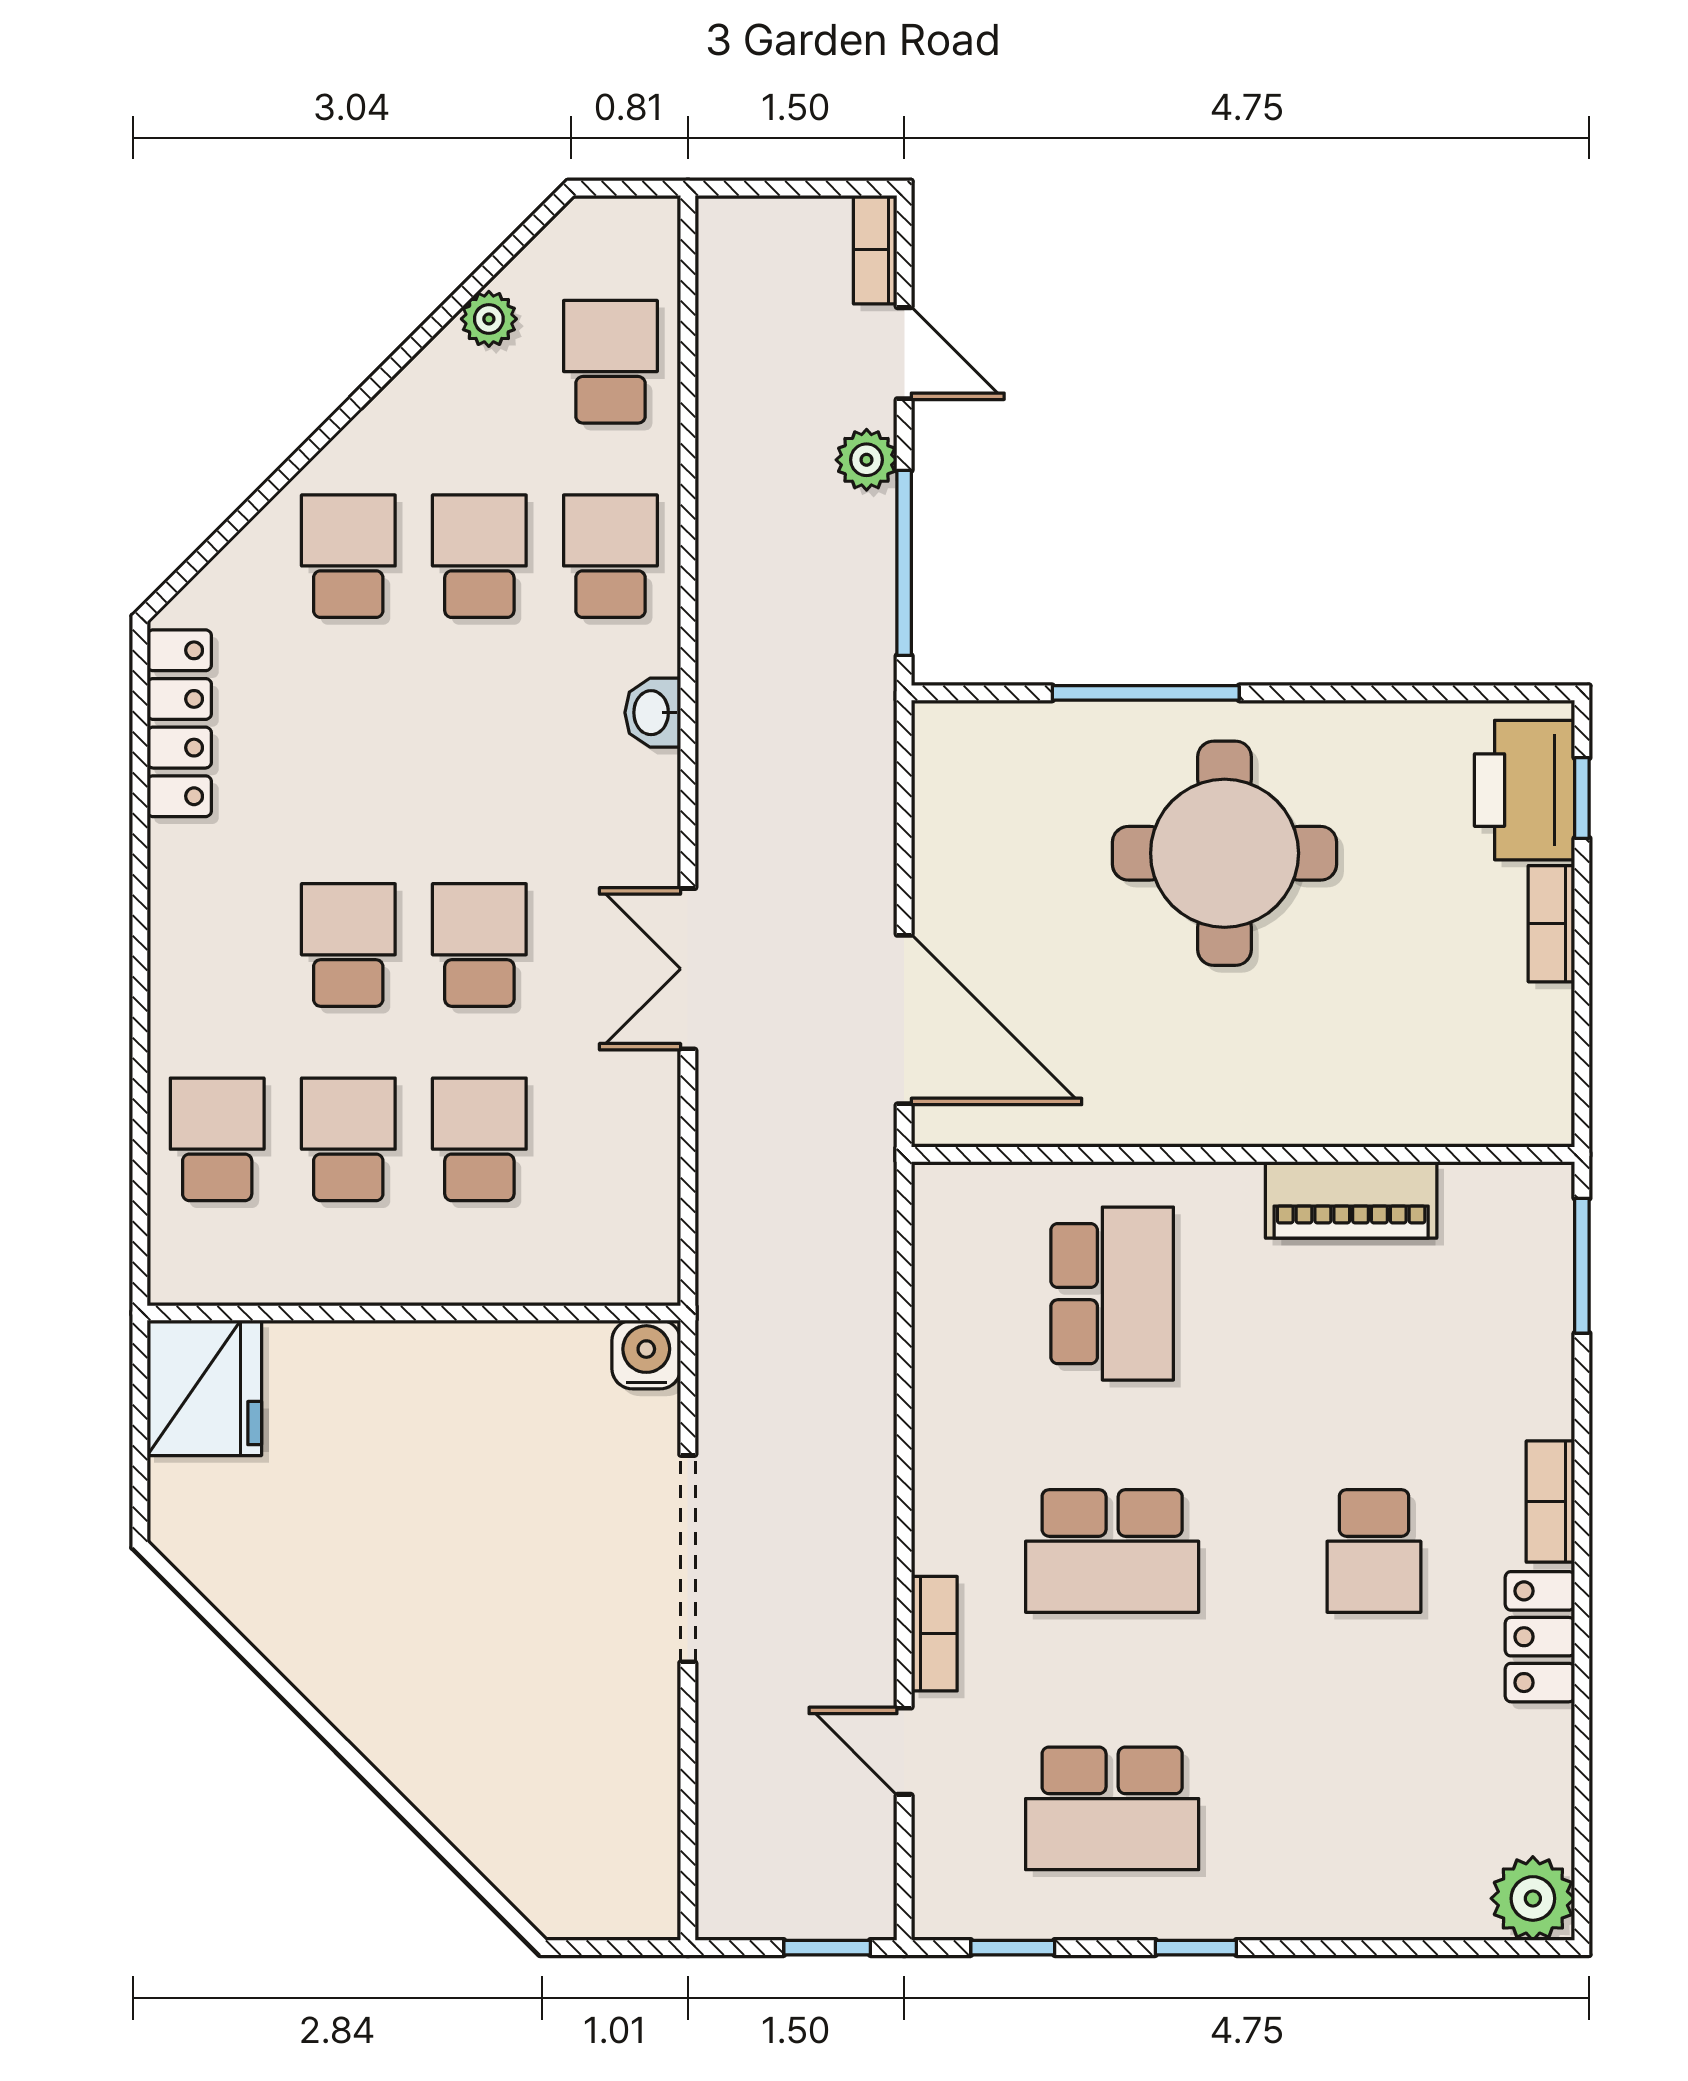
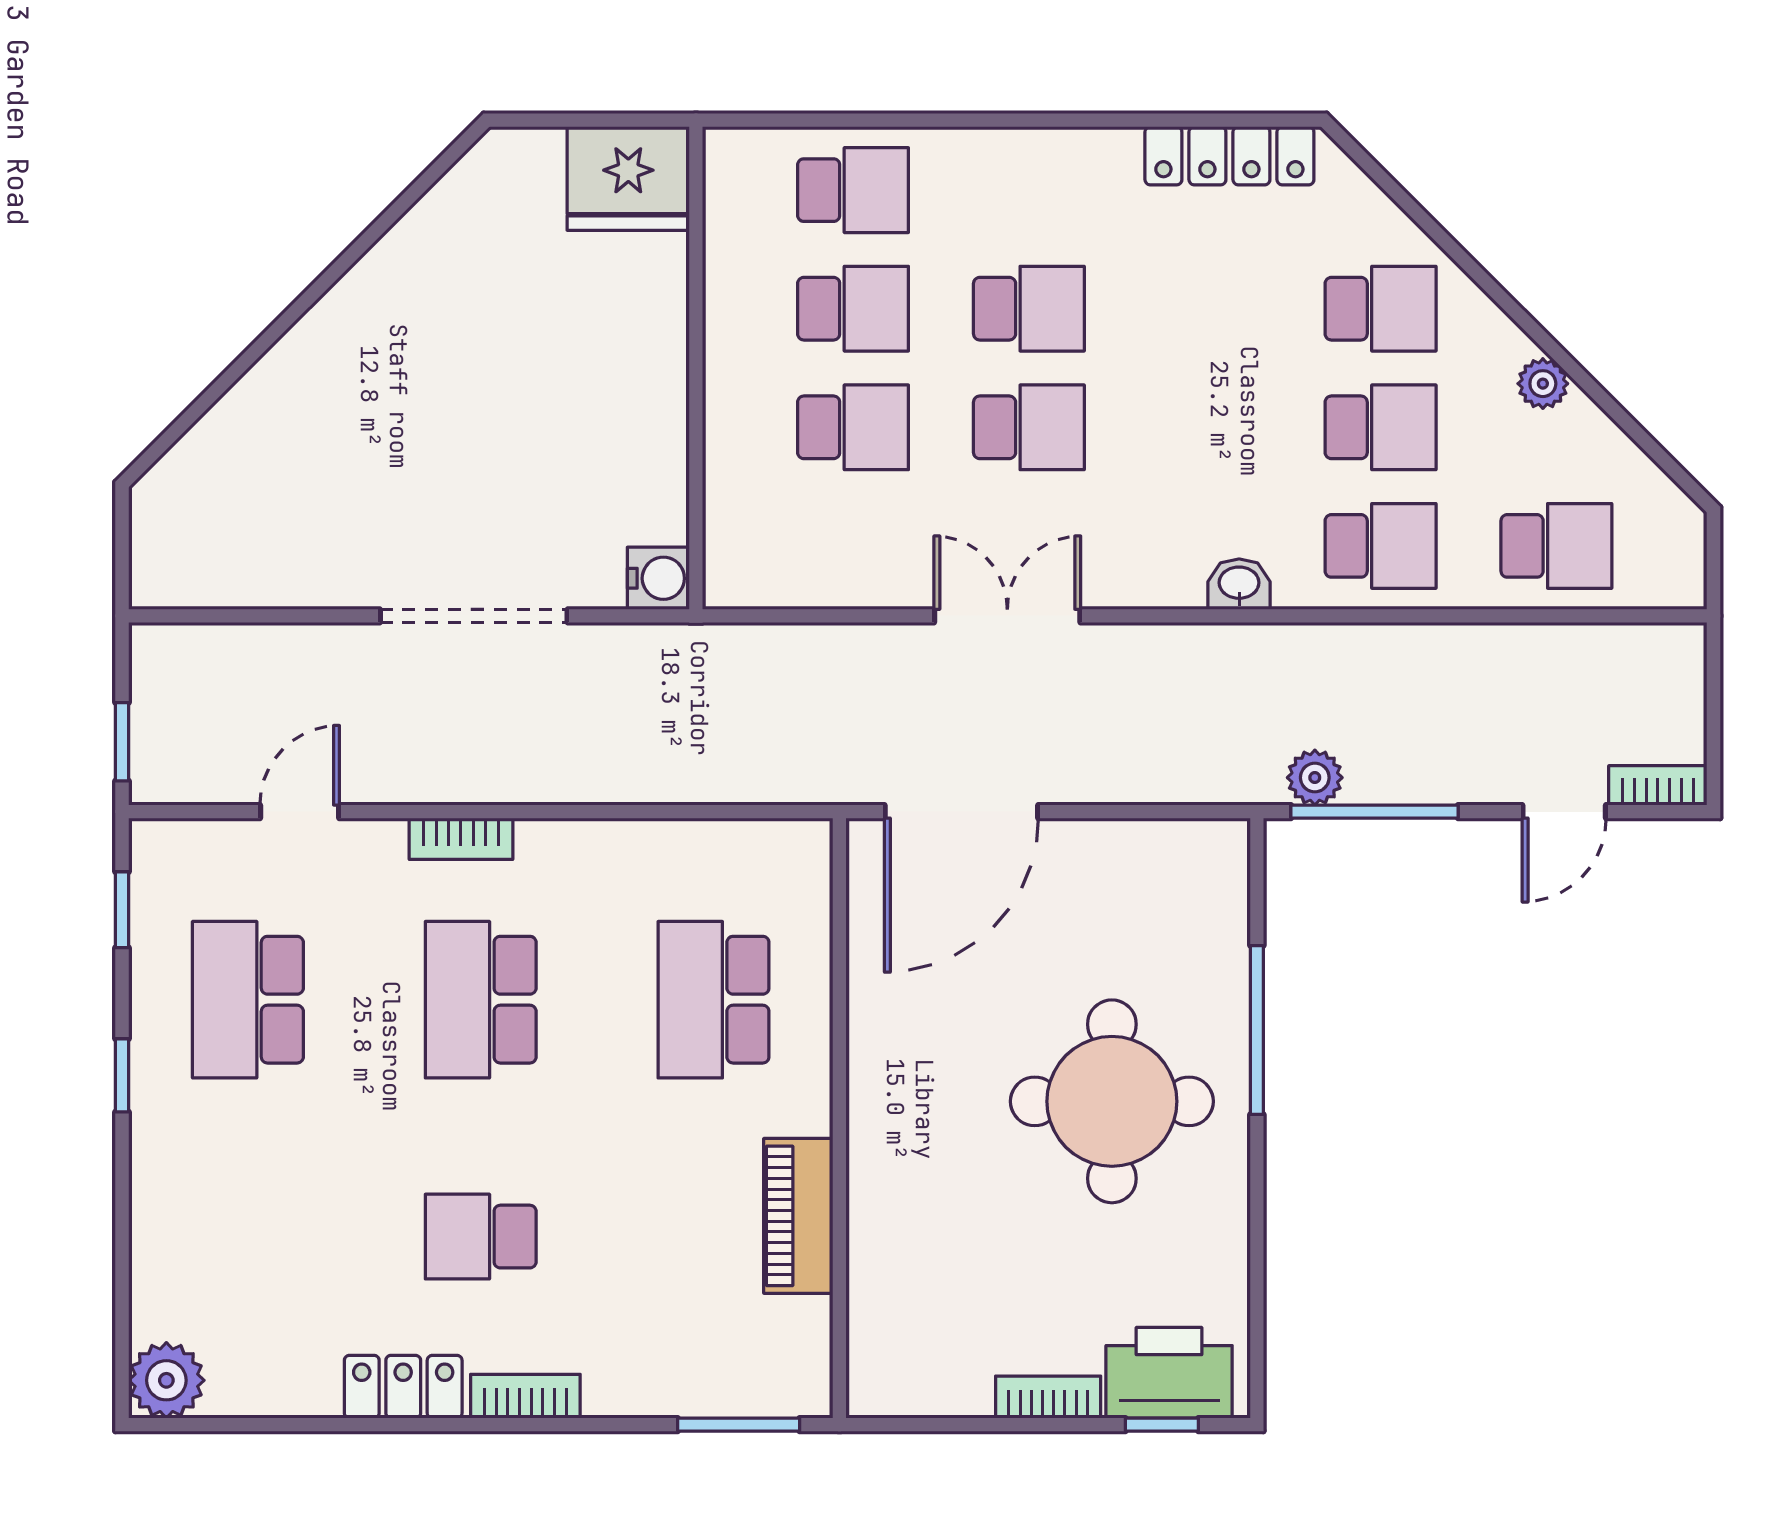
plant: (489, 319) -> (1543, 384), moved
plant: (867, 460) -> (1315, 778), moved
school desk: (1112, 1294) -> (714, 1000), turned 90
bookcase: (934, 1634) -> (461, 839), moved

